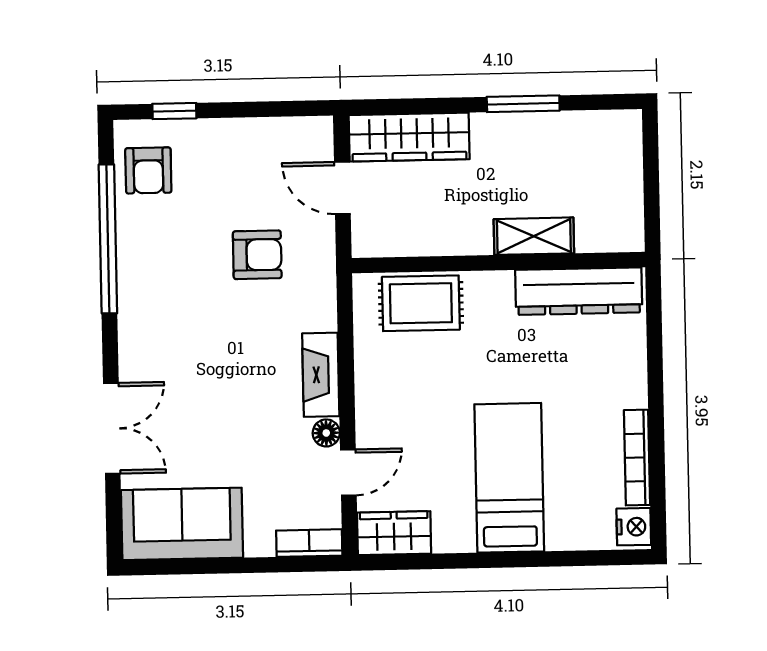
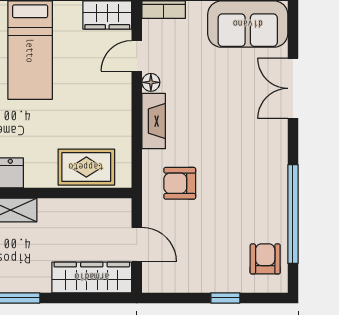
window: (174, 111) -> (225, 298), moved
armchair: (257, 255) -> (180, 183), moved

